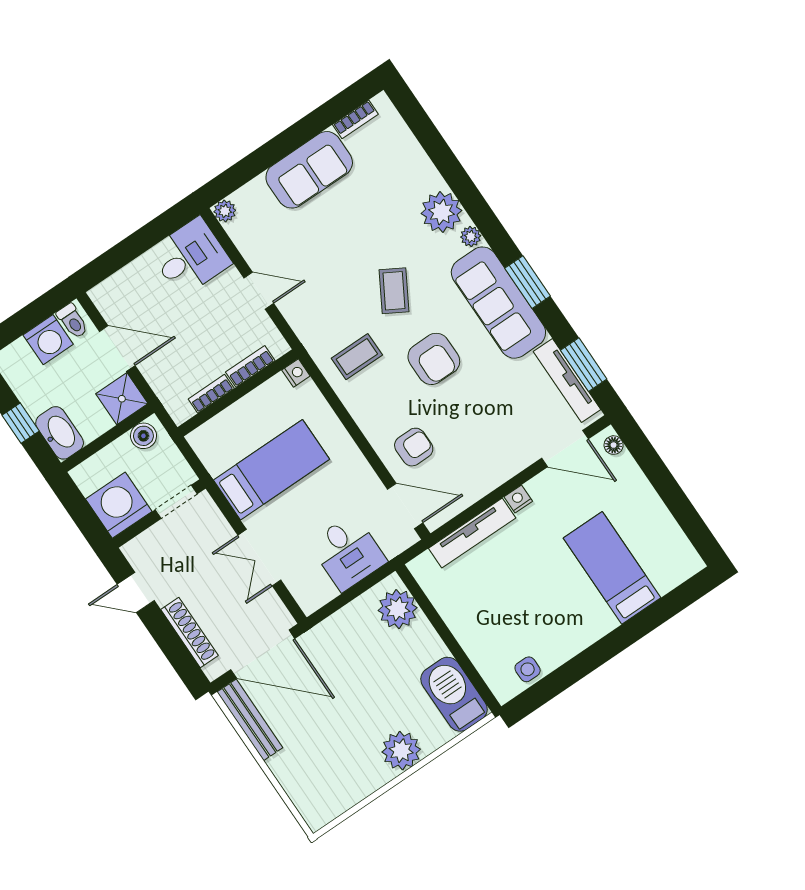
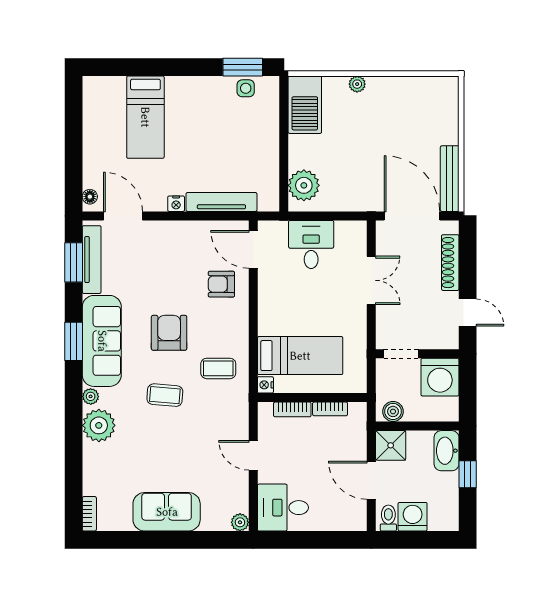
bookcase: (355, 119) -> (89, 514), moved, turned 90
coffee table: (394, 291) -> (165, 395), turned 65
bed: (271, 470) -> (300, 356), moved, turned 180
window: (546, 689) -> (243, 67), added
plant: (401, 751) -> (357, 84), width x0.53, depth x0.53

